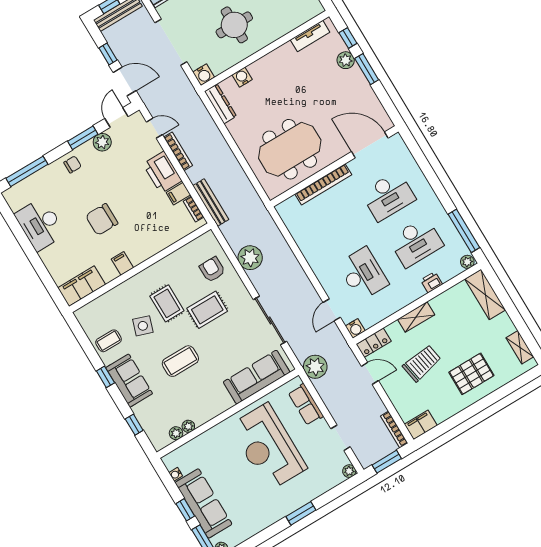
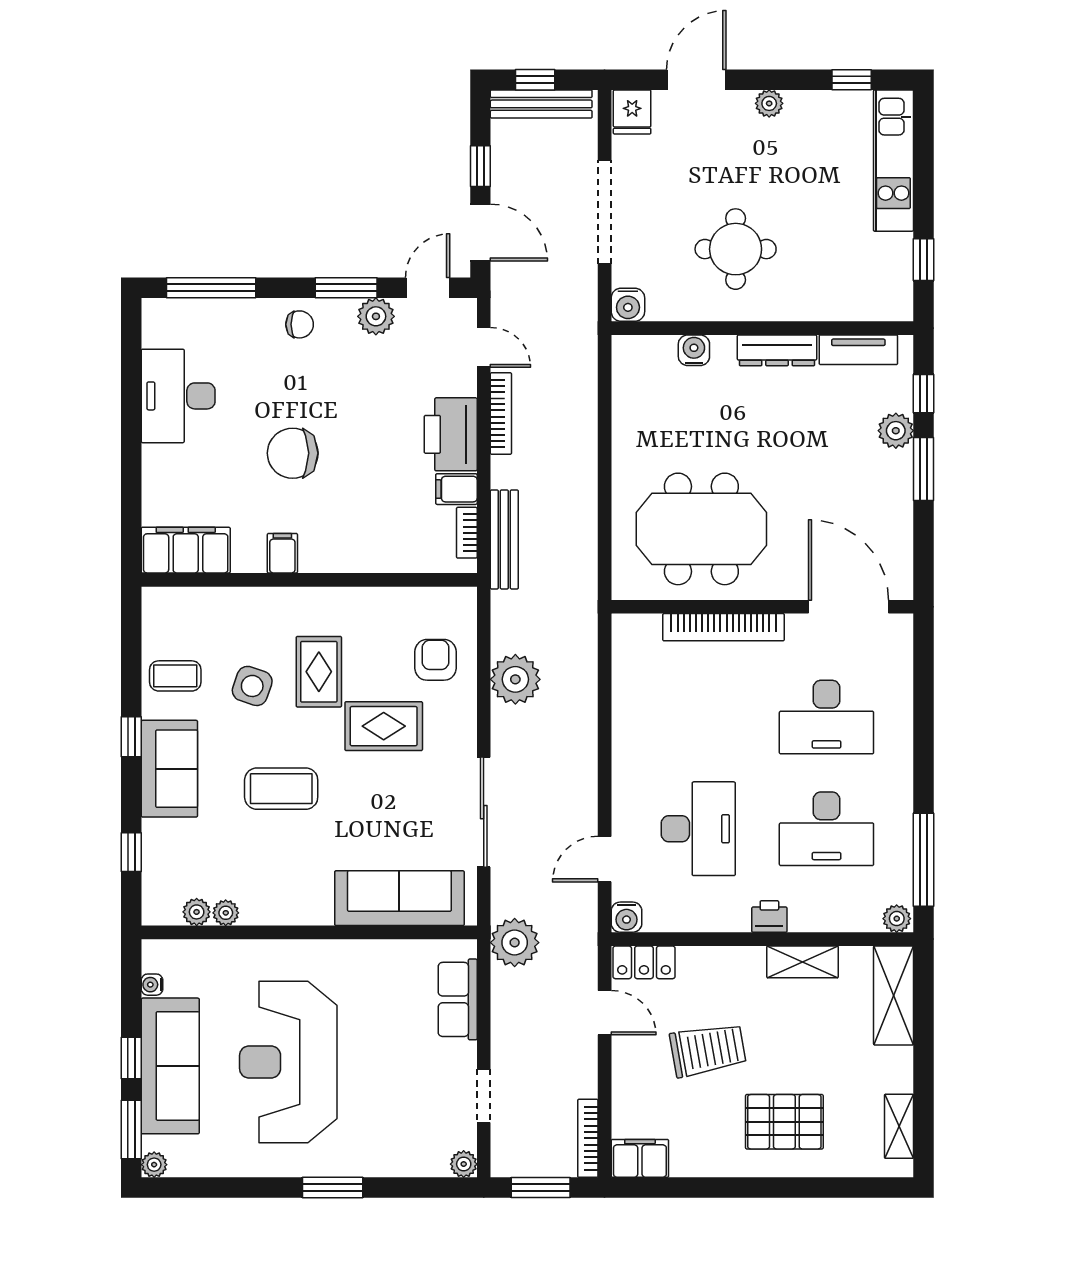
dresser: (220, 104) -> (777, 350), moved, turned 90
printer: (432, 282) -> (769, 916), moved
shelving: (416, 317) -> (803, 962), moved
reception desk: (268, 447) -> (288, 1062), moved

